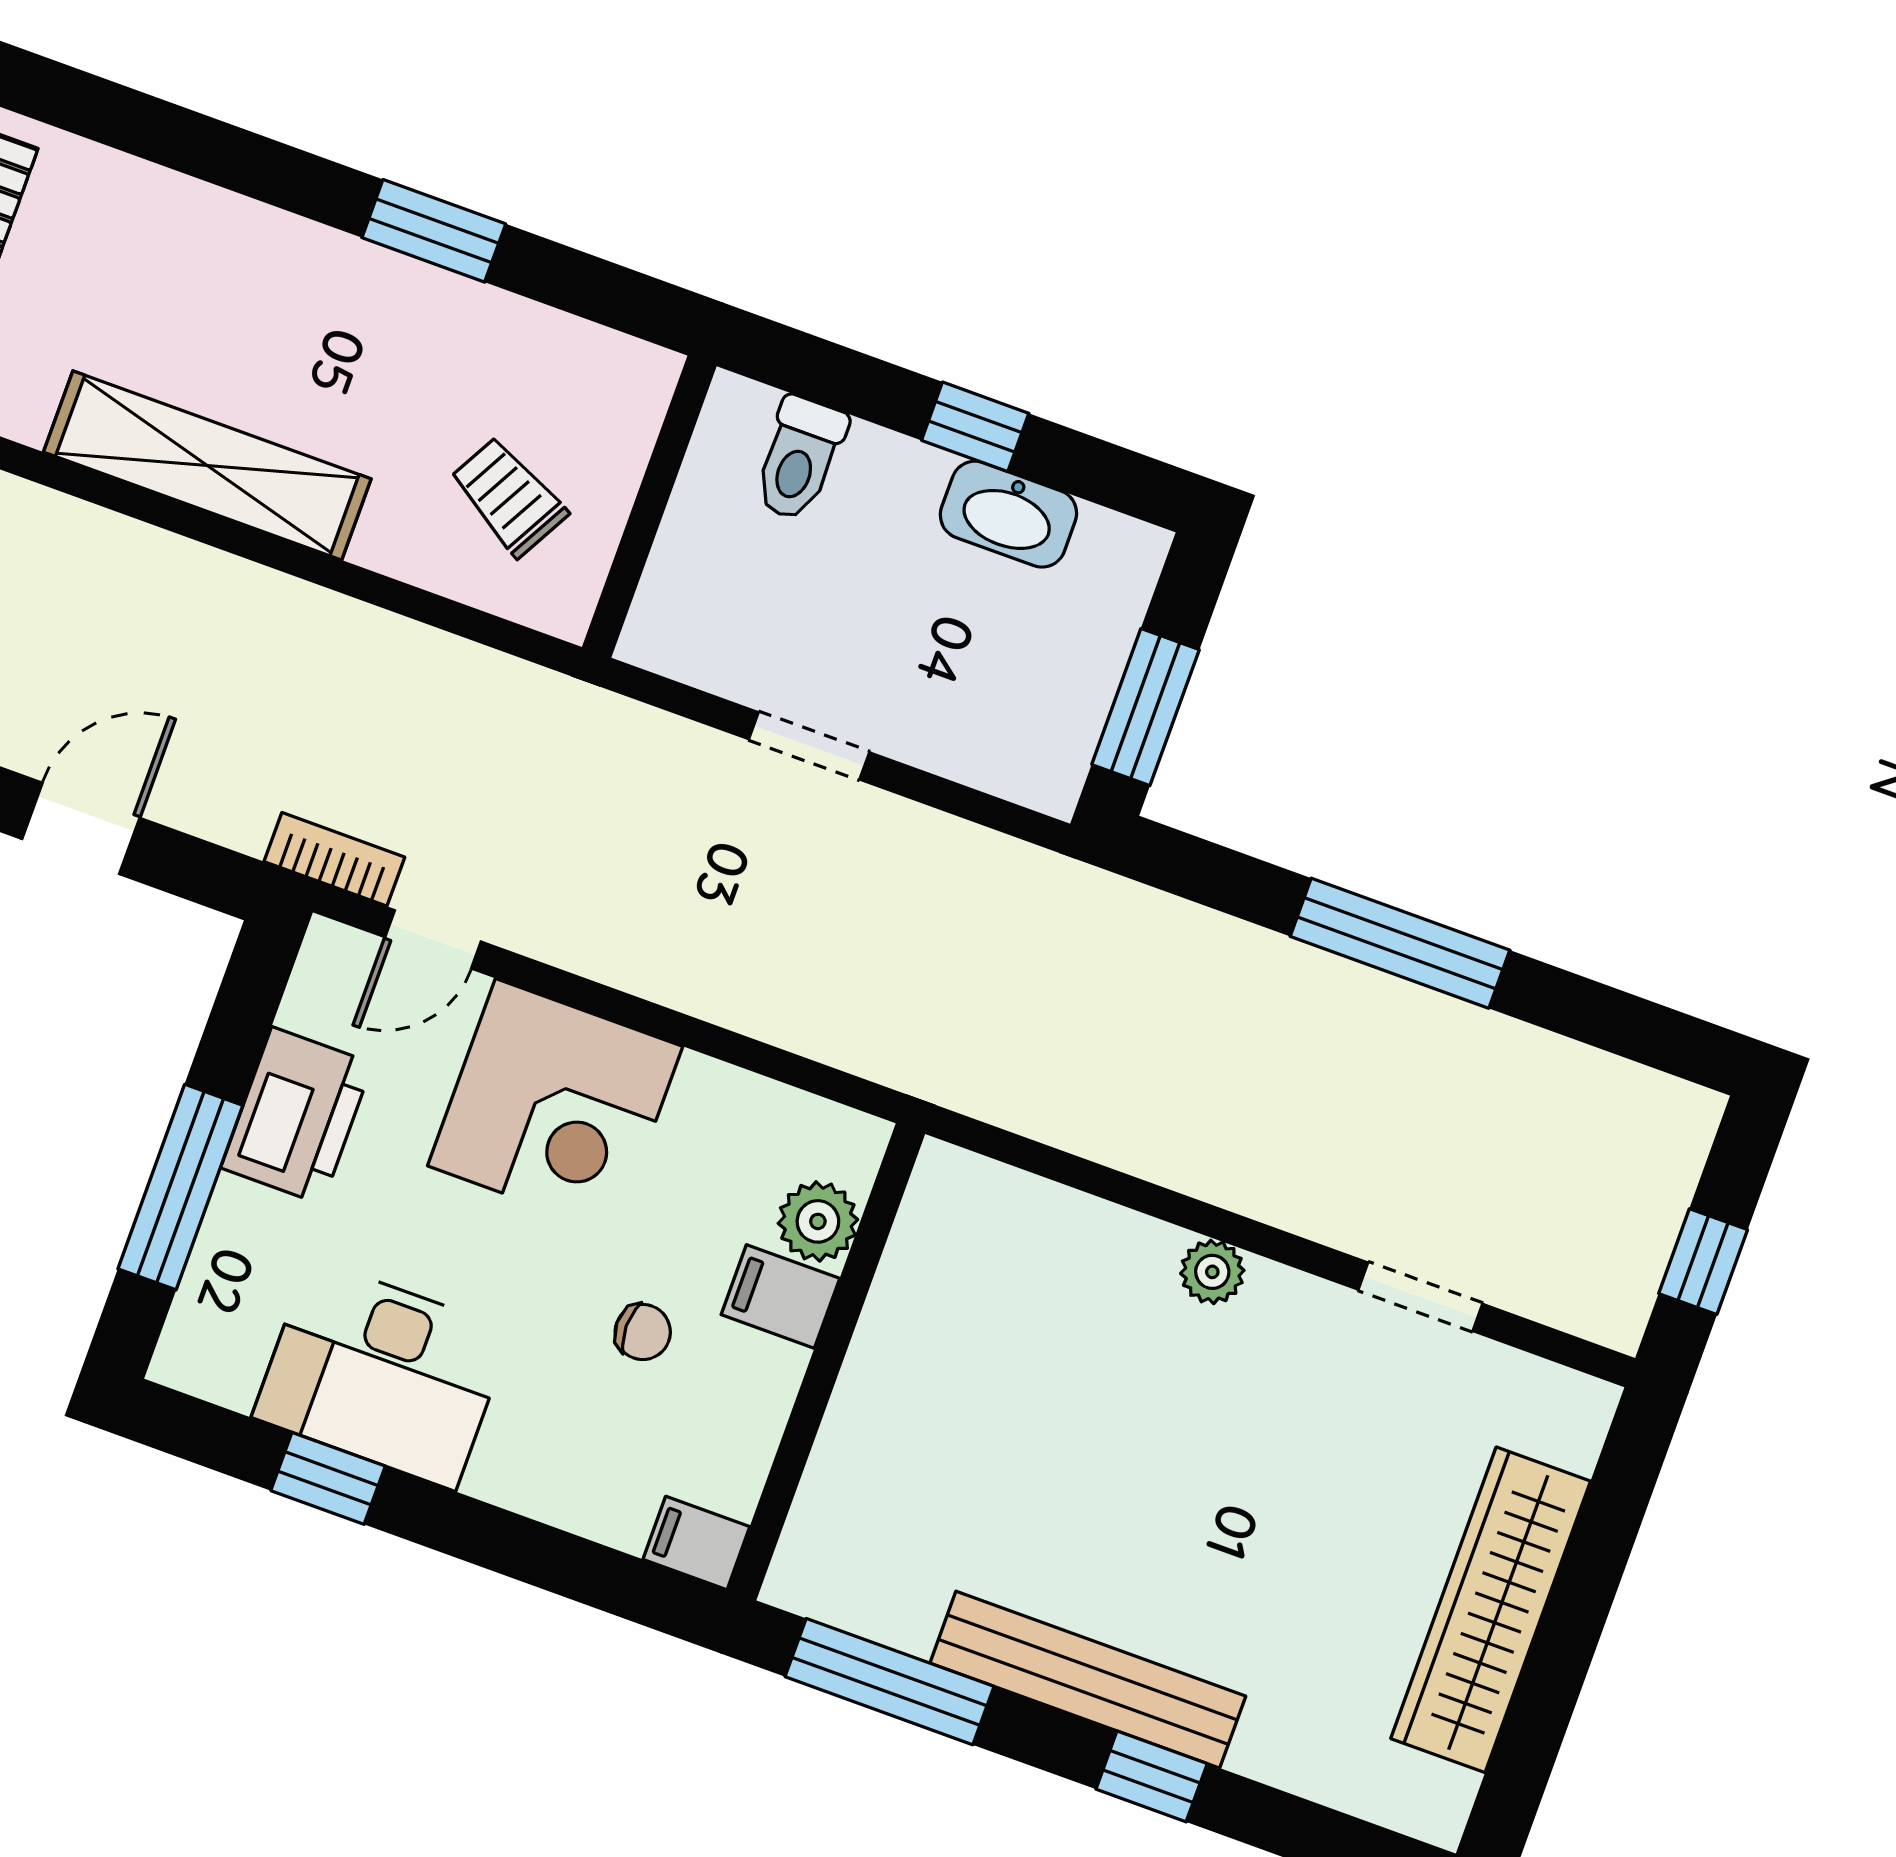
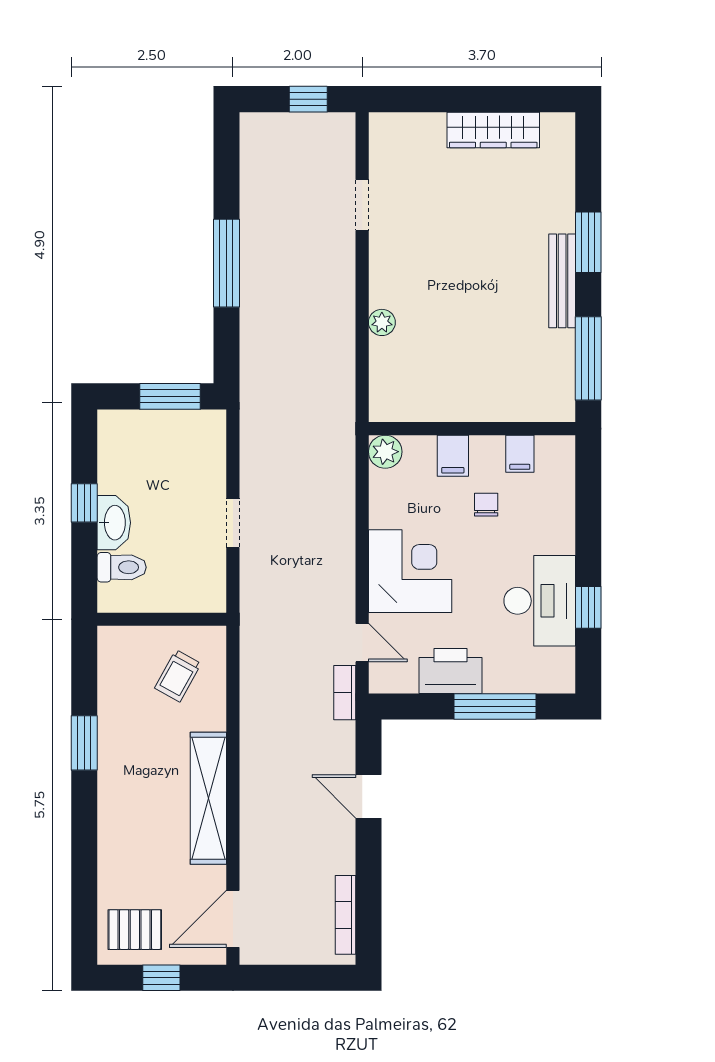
washbasin: (1008, 514) -> (114, 523), moved
plant: (818, 1221) -> (385, 452), moved
plant: (1212, 1272) -> (382, 322), moved
filing cabinet: (696, 1543) -> (520, 454), moved
wardrobe: (1491, 1610) -> (493, 130), width x0.71, depth x0.85
bench: (1088, 1680) -> (562, 281), width x0.73, depth x0.82
window: (1152, 1776) -> (588, 242), width x1.50

